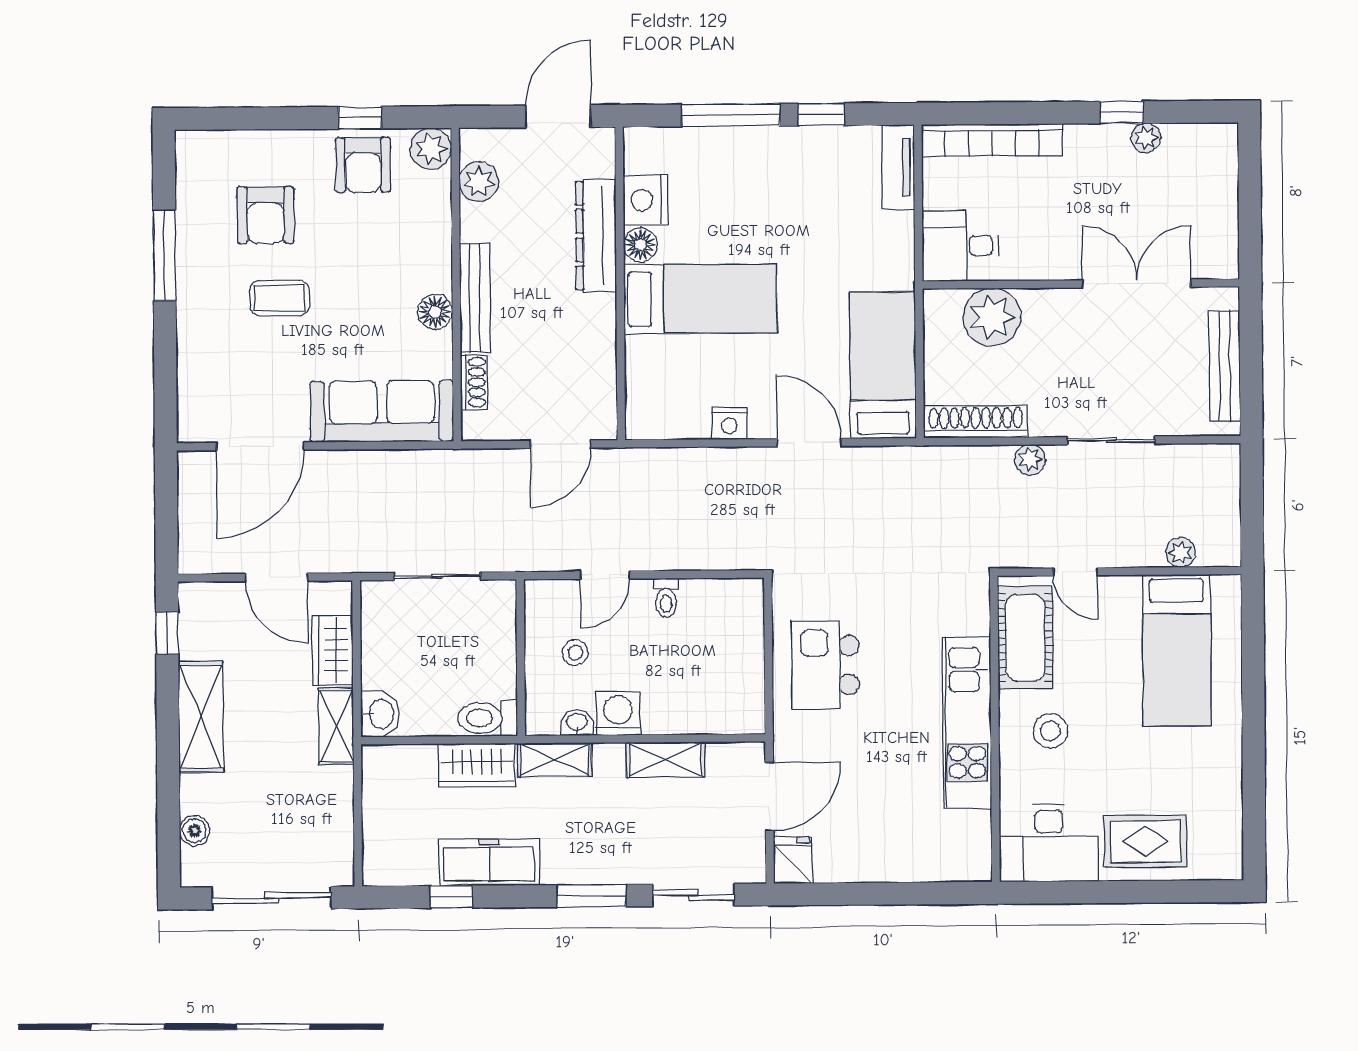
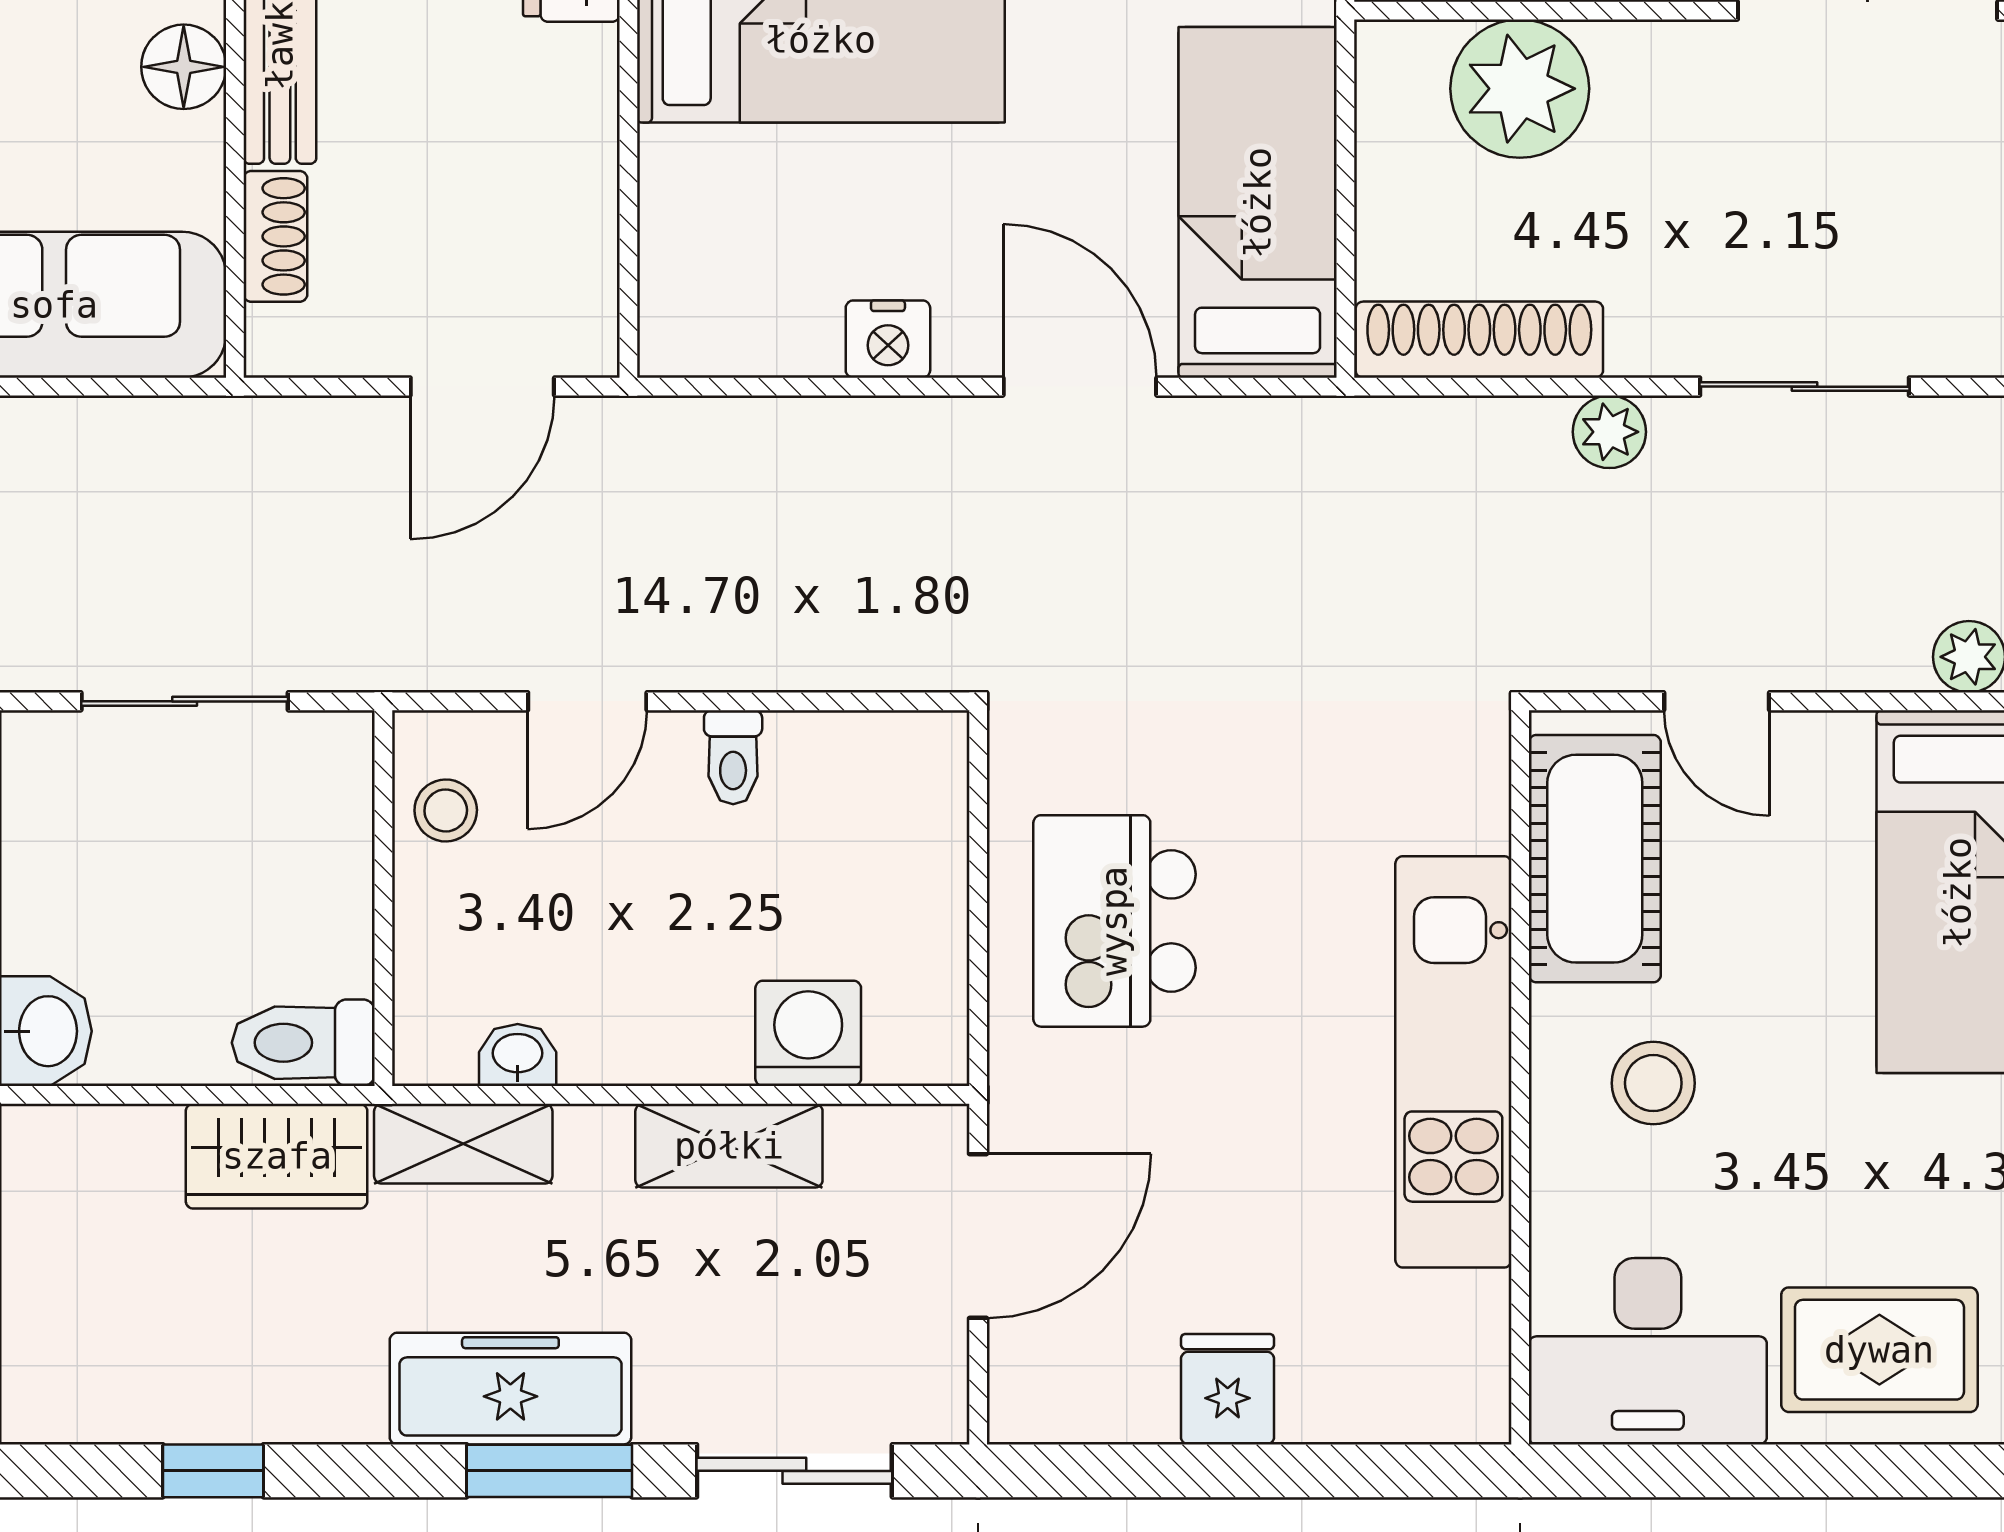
stool: (575, 653) -> (446, 810), moved
washing machine: (618, 713) -> (808, 1033), moved
fridge: (793, 860) -> (1228, 1389), moved
freezer: (489, 862) -> (510, 1389), moved

